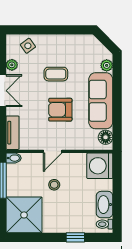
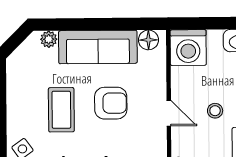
coffee table: (56, 74) -> (61, 110), width x1.36, depth x1.30
armchair: (60, 110) -> (111, 103), turned -90

